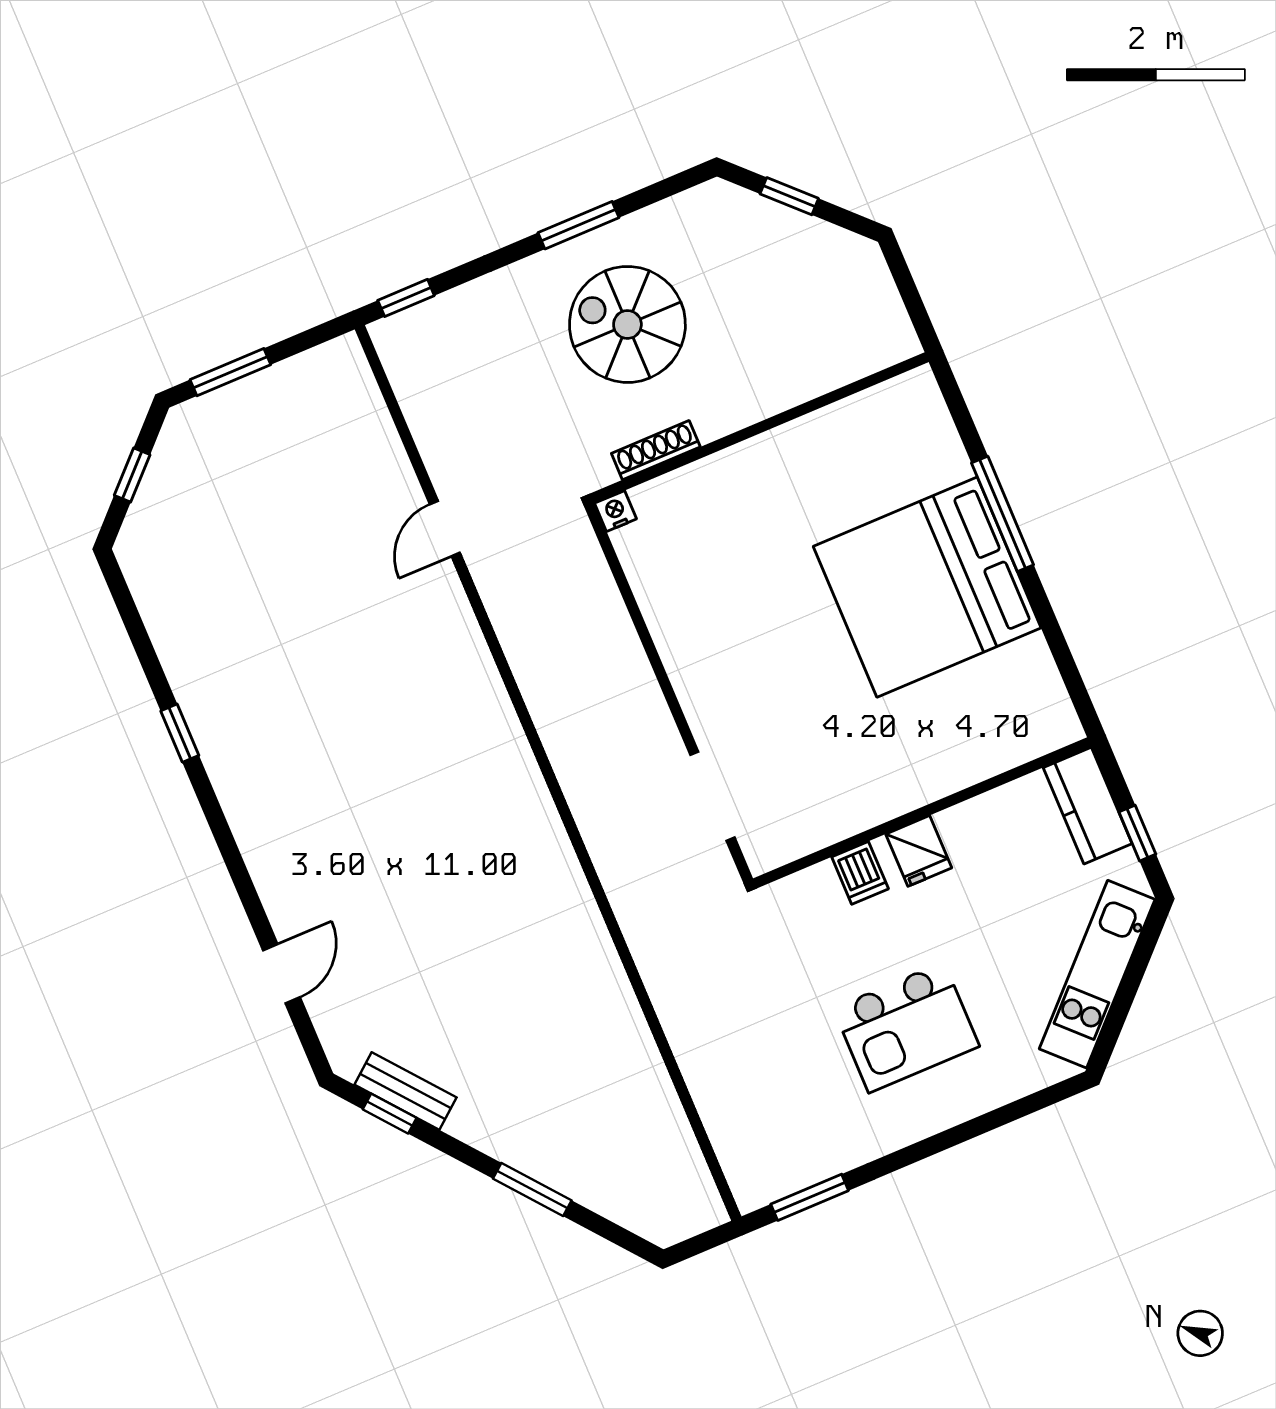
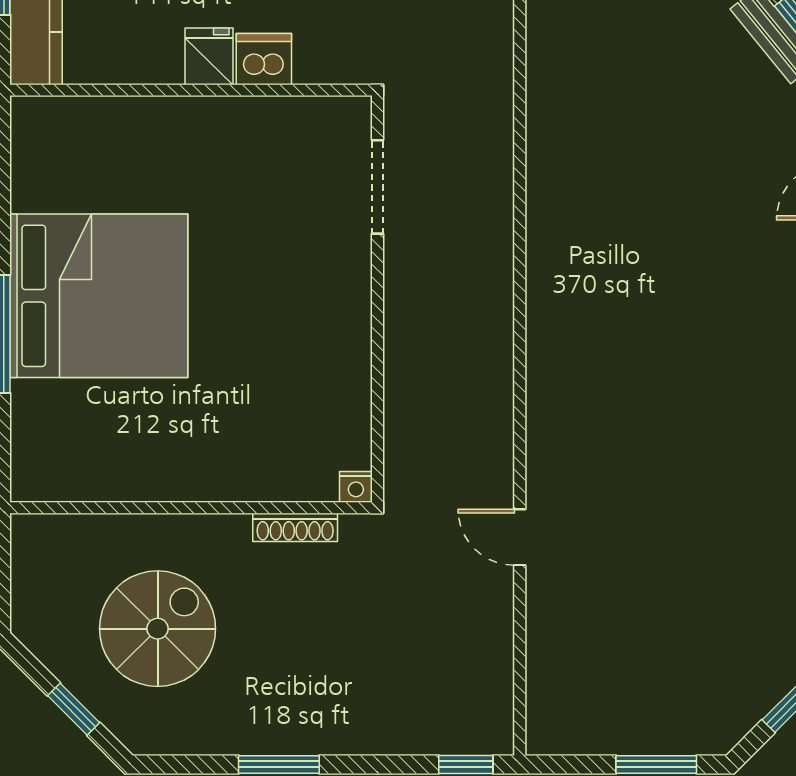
spiral stairs: (627, 324) -> (158, 629), moved, turned -90
door: (445, 528) -> (520, 537), swing flipped
dishwasher: (860, 873) -> (264, 59), width x1.38

